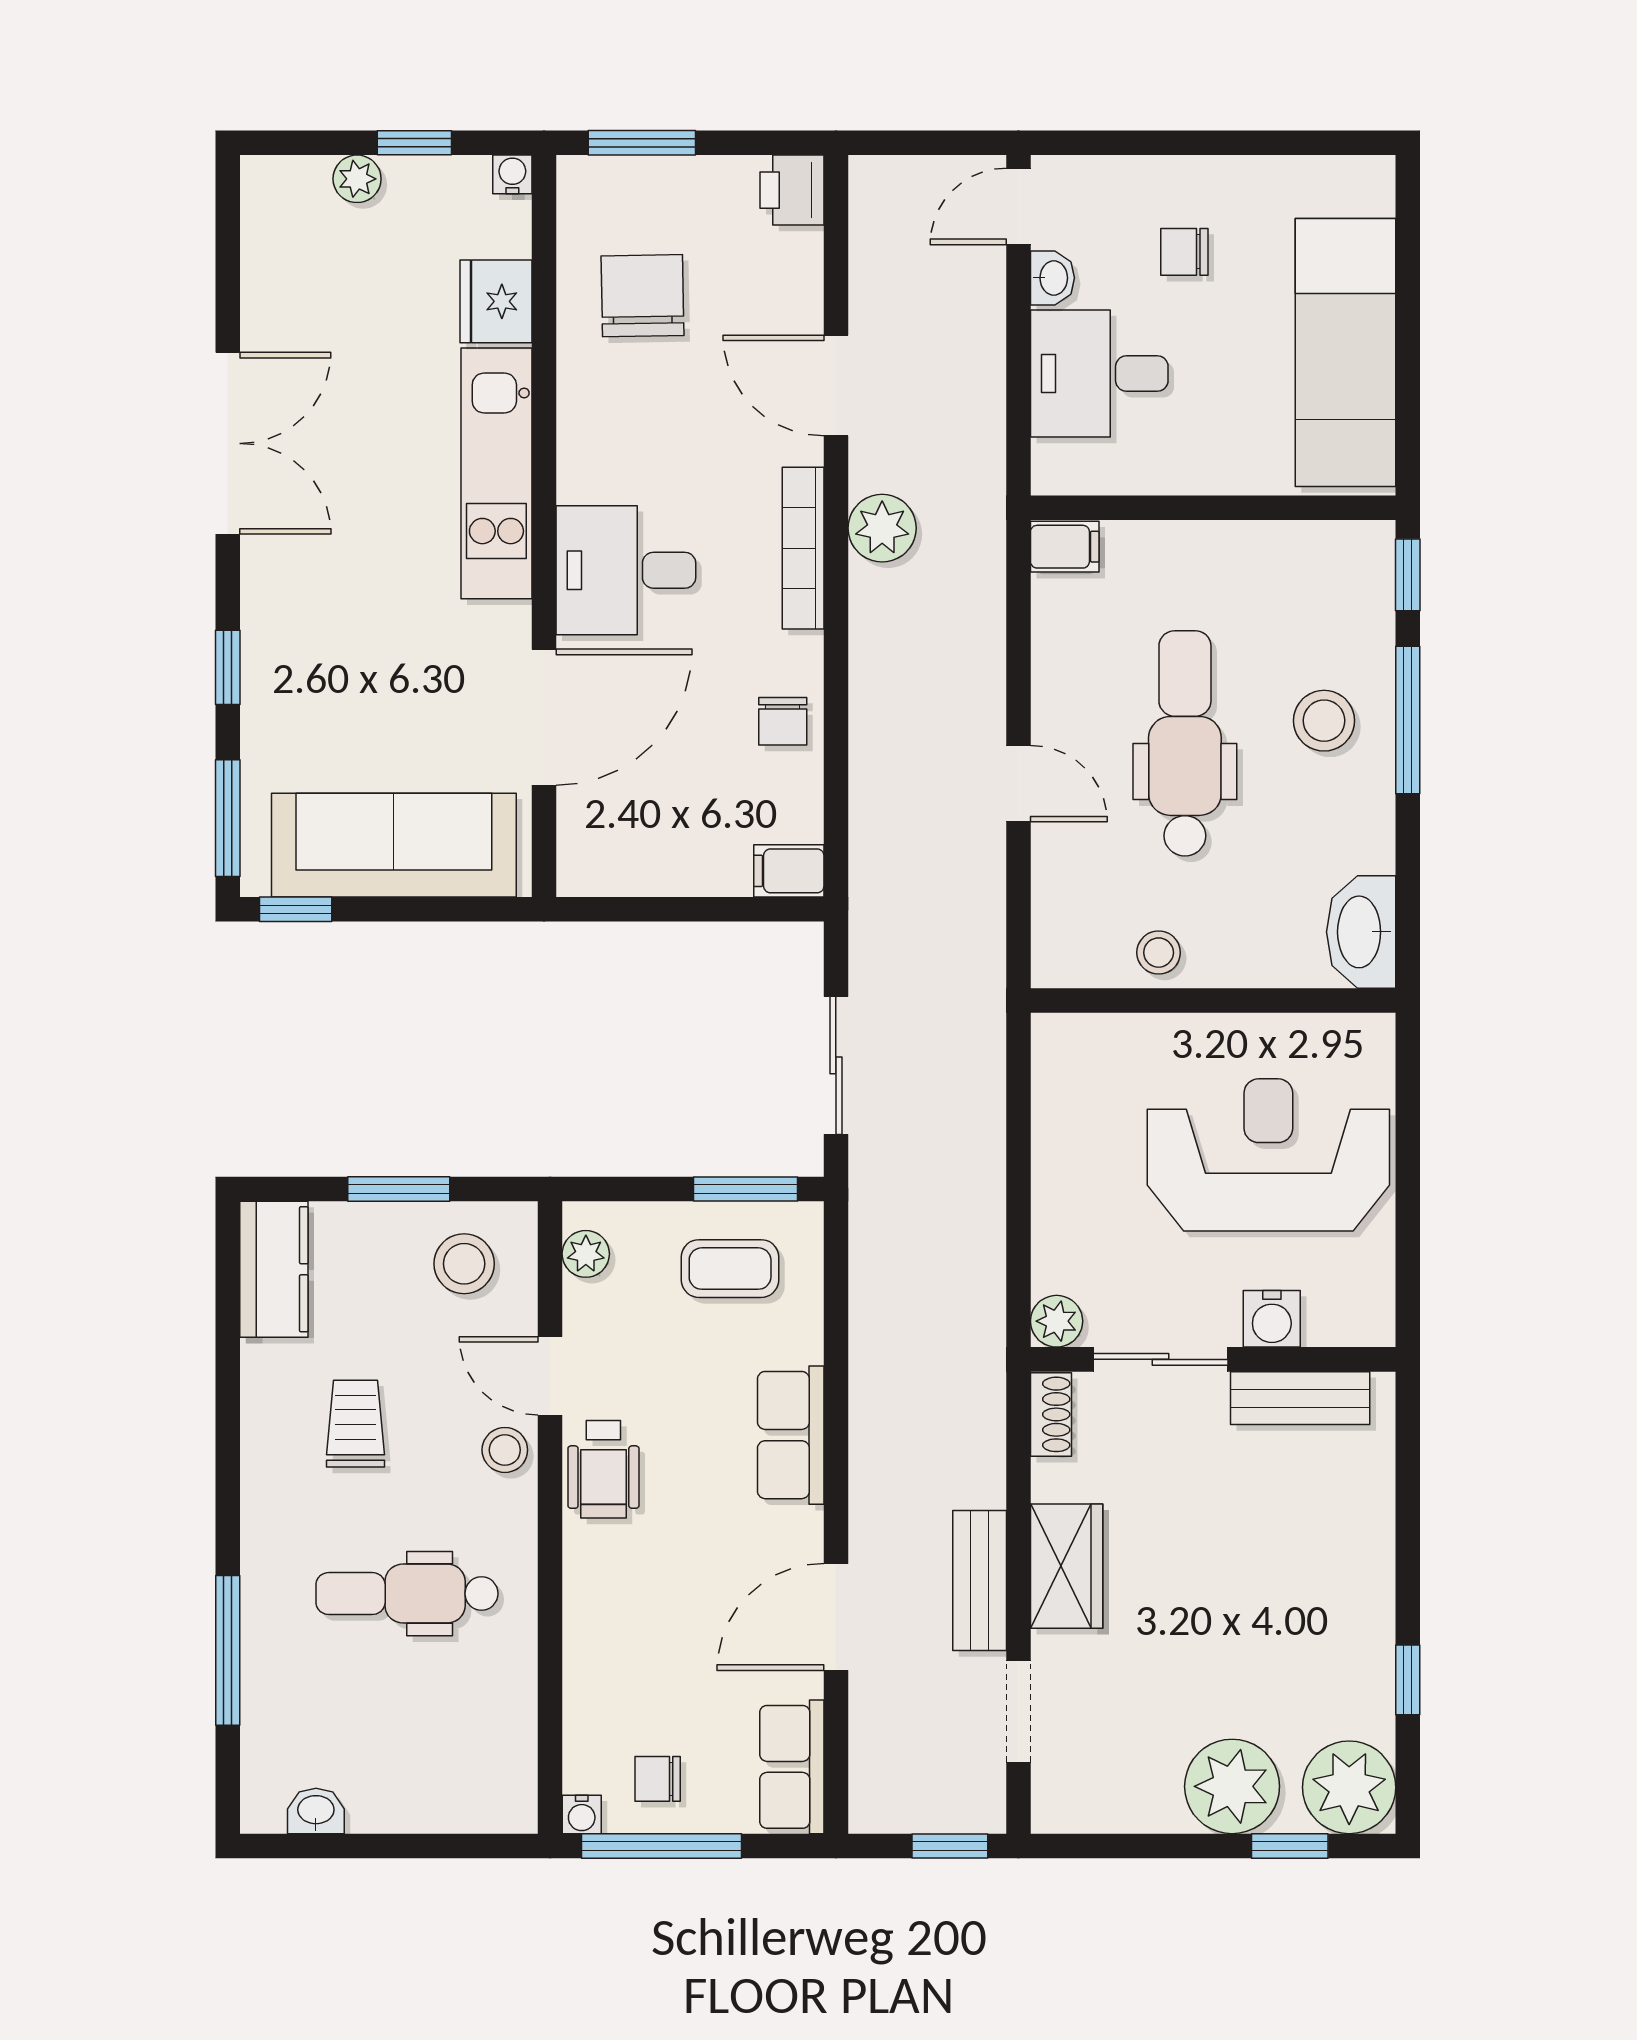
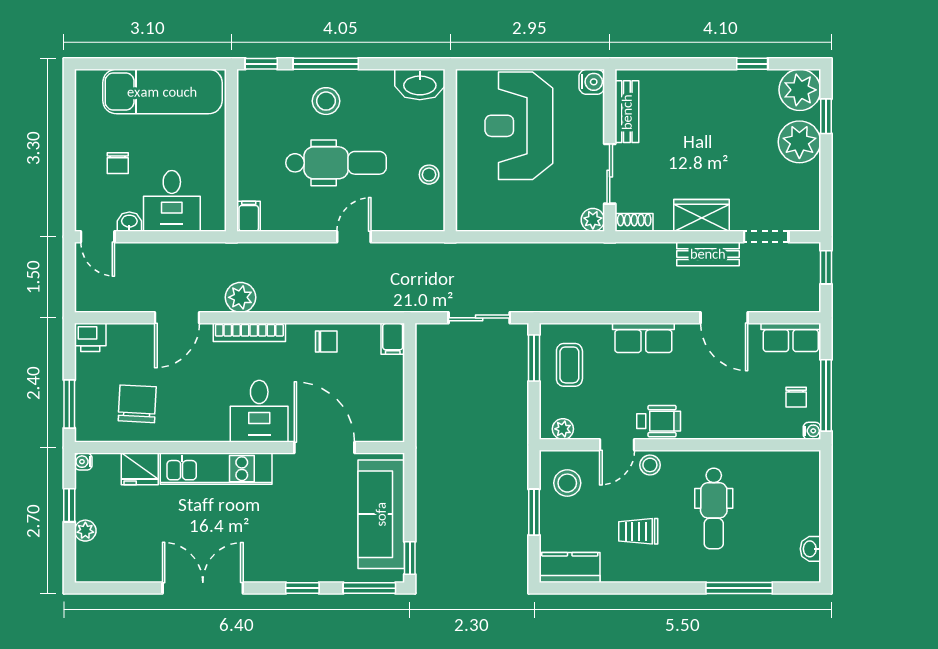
chair: (642, 296) -> (137, 404), turned 94
dental chair: (1185, 743) -> (336, 163), turned 180
water cooler: (1272, 1319) -> (592, 82), moved

